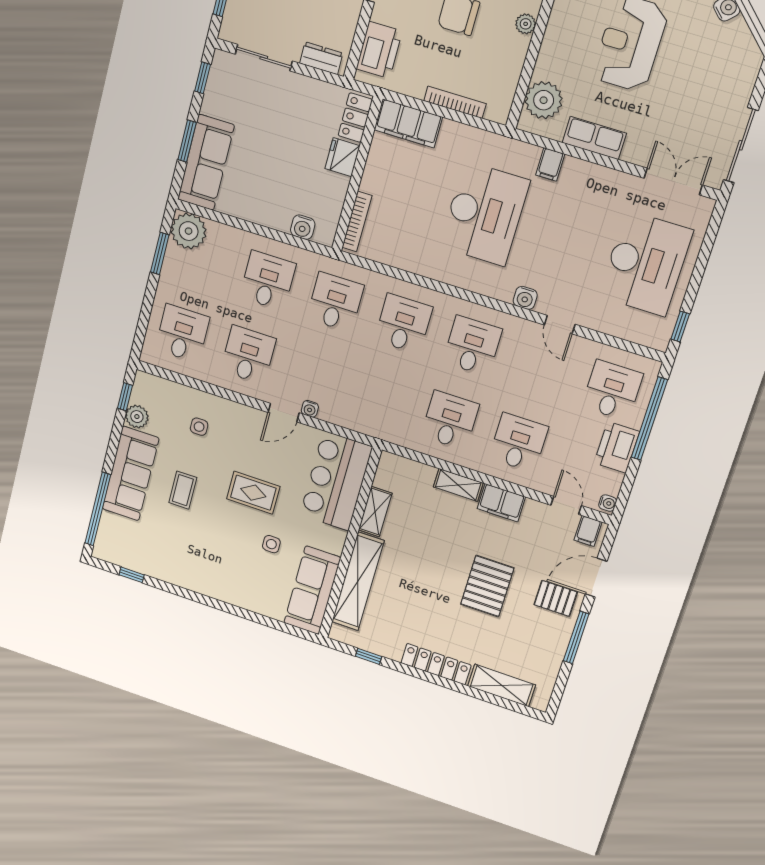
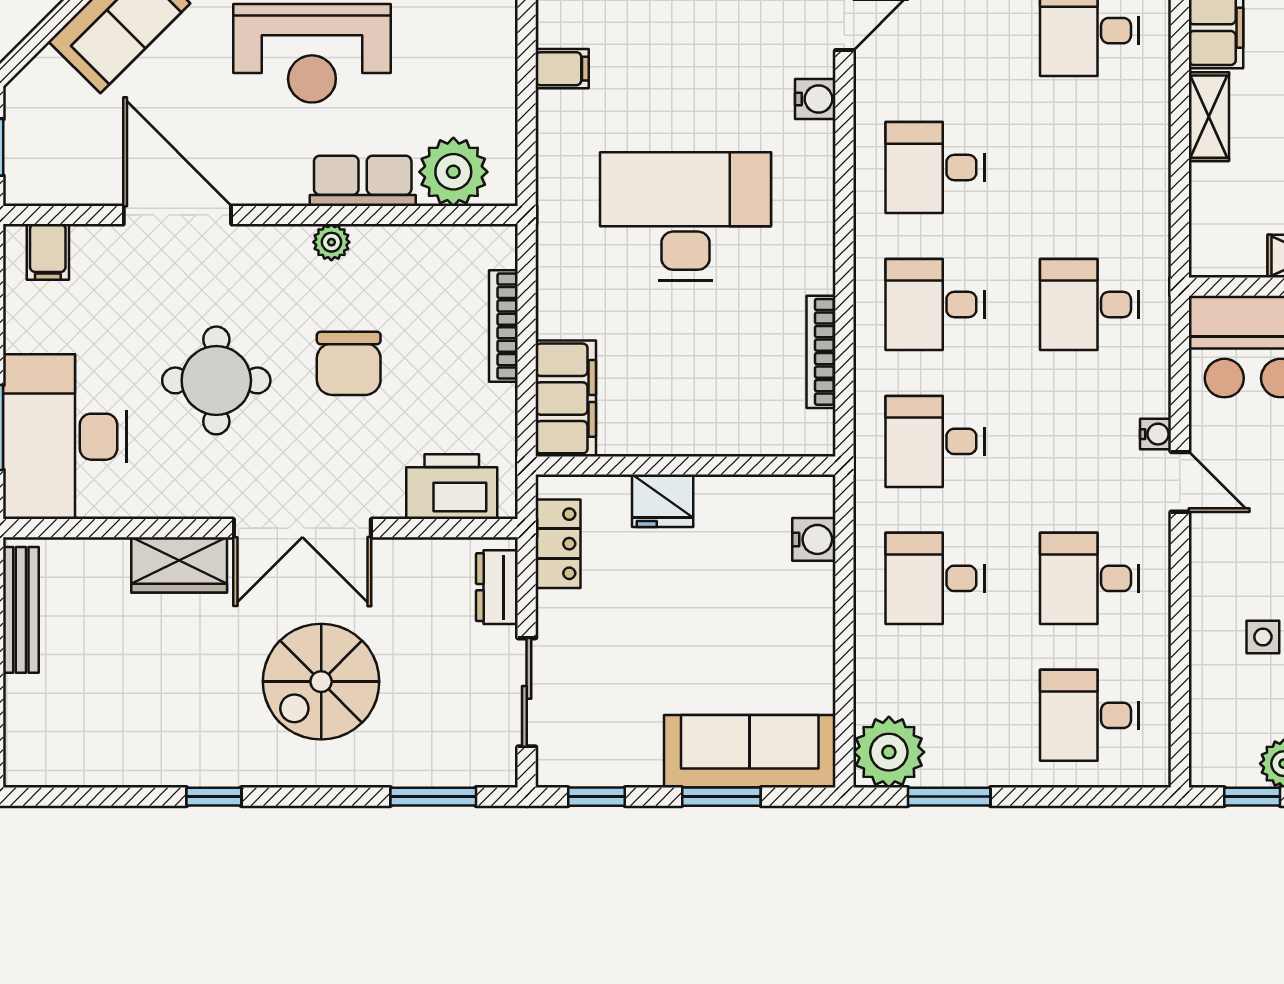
locker: (355, 118) -> (558, 544), moved, turned -90
row of seats: (594, 138) -> (363, 181), moved, turned 90
filing cabinet: (550, 164) -> (562, 69), moved
bookcase: (357, 222) -> (821, 352), moved, turned -90
desk: (450, 420) -> (1089, 304), moved

